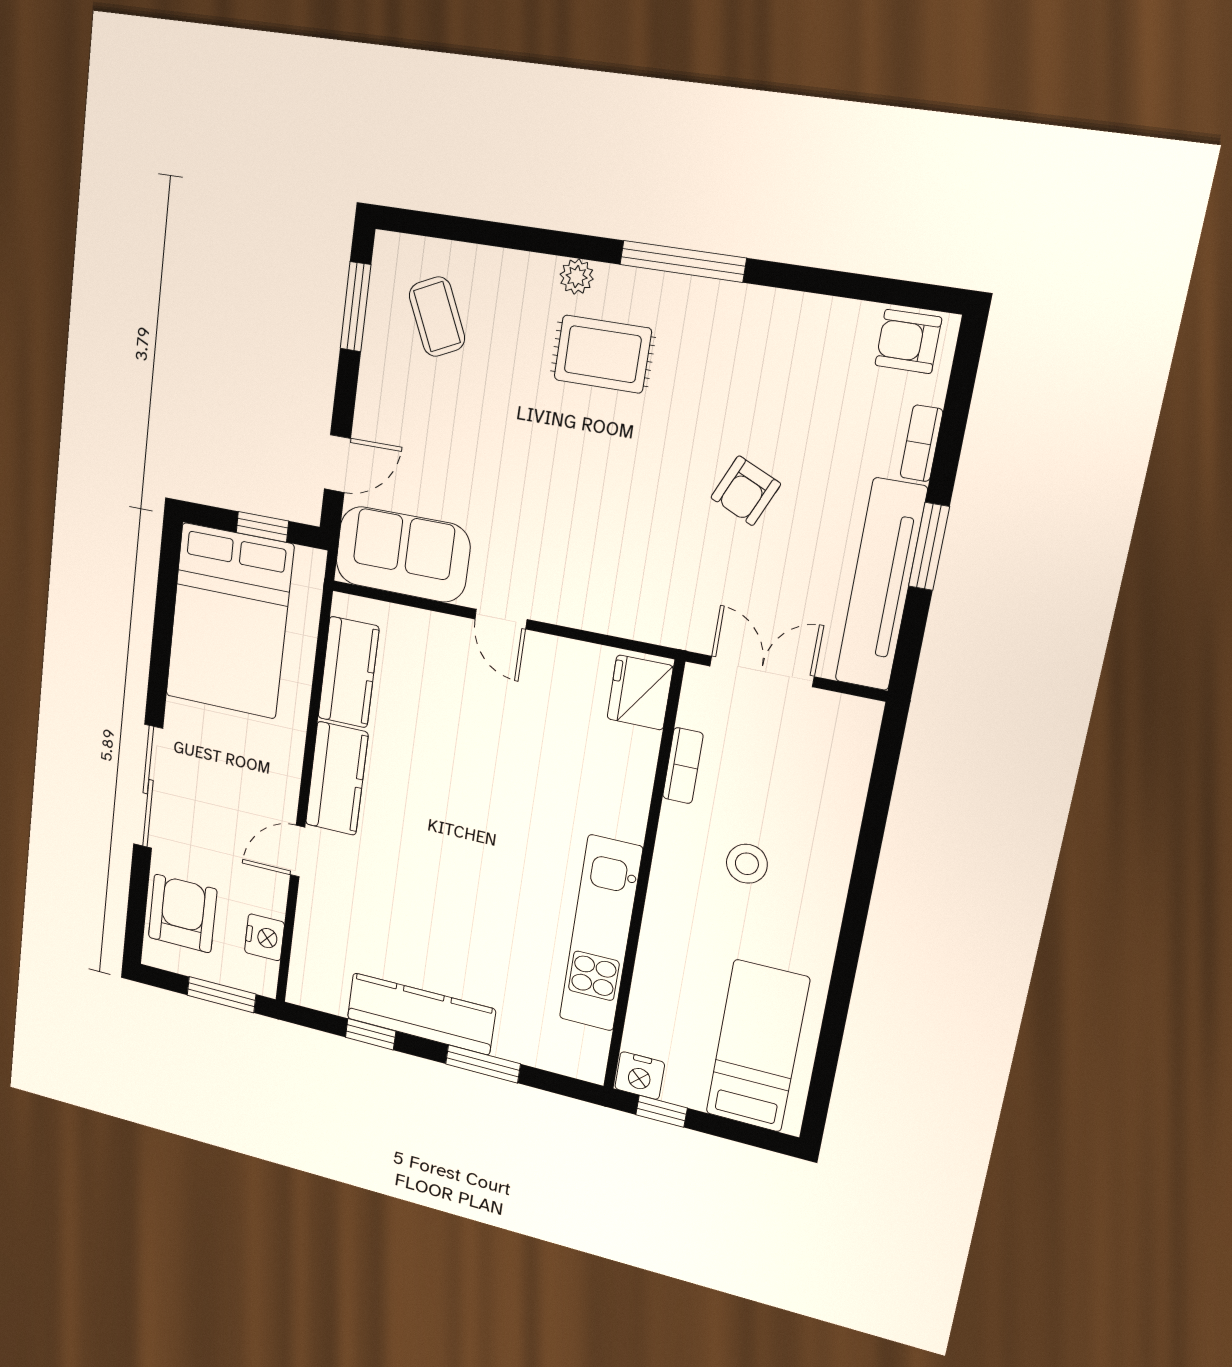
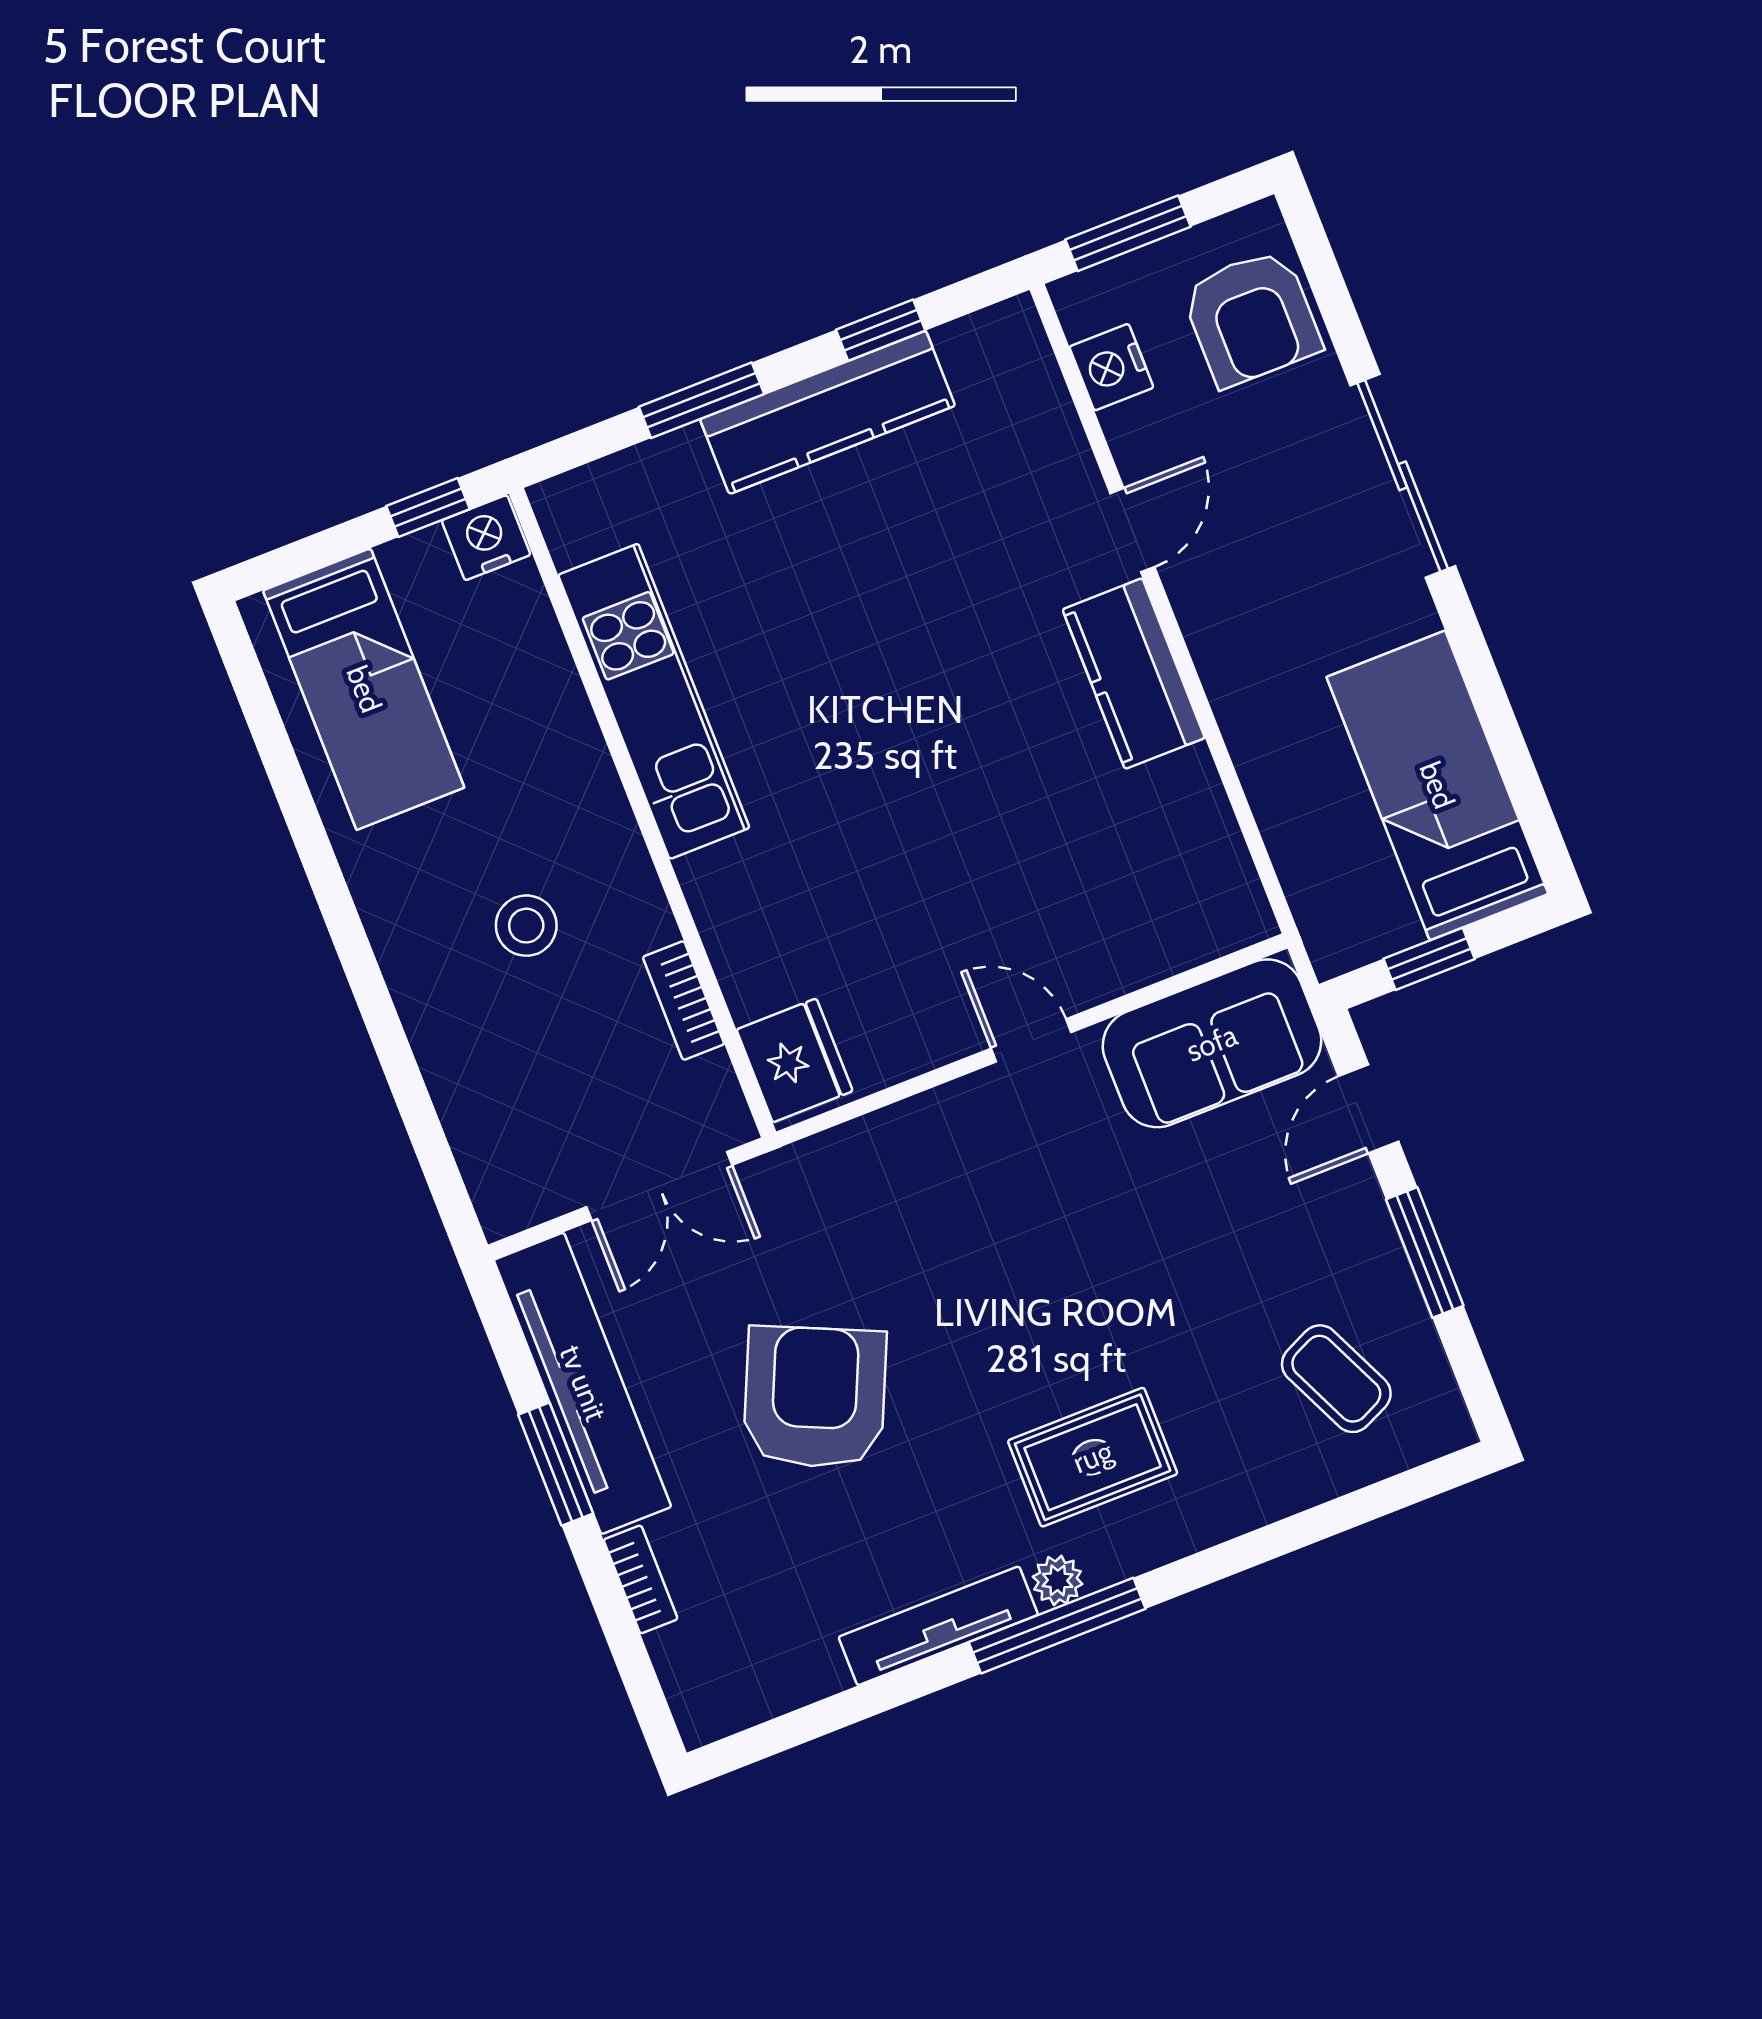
plant: (577, 277) -> (1058, 1580), moved
tv unit: (755, 304) -> (938, 1626), added
window: (356, 307) -> (1425, 1252), moved
armchair: (908, 341) -> (730, 1687), removed
armchair: (746, 491) -> (815, 1397), width x1.88, depth x1.88
bed: (229, 621) -> (1437, 785), width x0.67
kitchen counter: (348, 672) -> (1199, 835), removed

